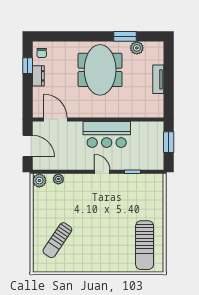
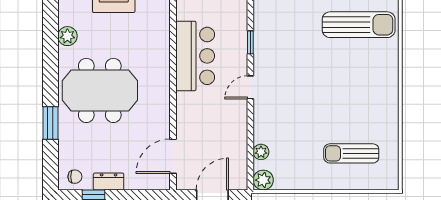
window: (125, 36) -> (50, 123), moved
bar counter: (107, 134) -> (195, 56), moved
sun lounger: (57, 240) -> (351, 153), turned 146

